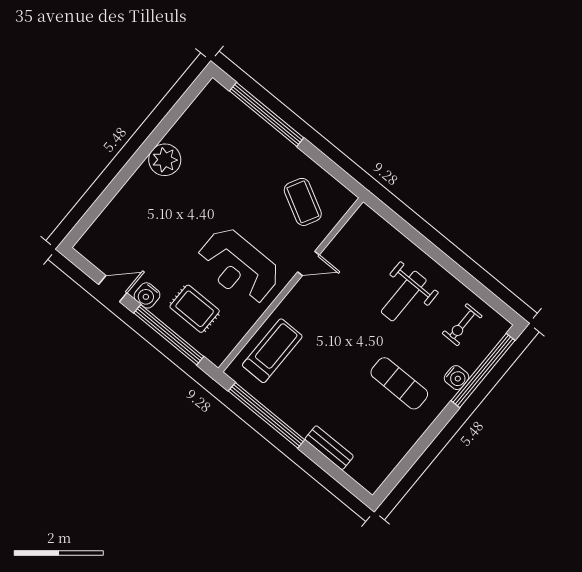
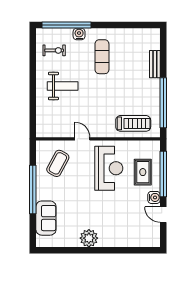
window: (267, 114) -> (33, 189), moved
sofa: (241, 124) -> (46, 218), added
treadmill: (272, 351) -> (133, 123), turned 180

